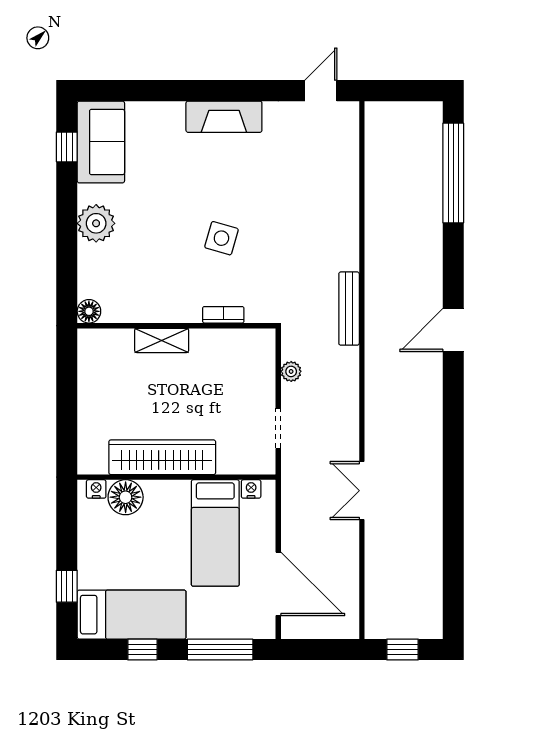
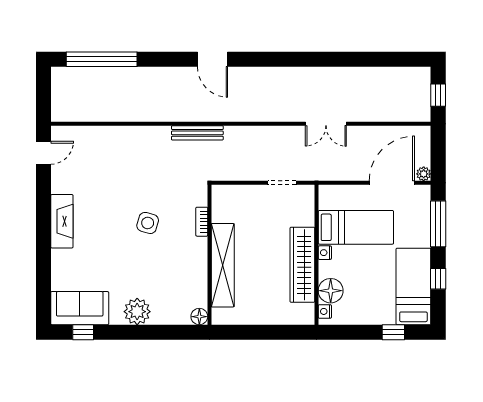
door: (321, 91) -> (43, 153), swing flipped
shelving: (162, 340) -> (223, 265), width x2.20, depth x1.33
plant: (291, 371) -> (424, 174), moved
nightstand: (251, 489) -> (325, 253), moved

